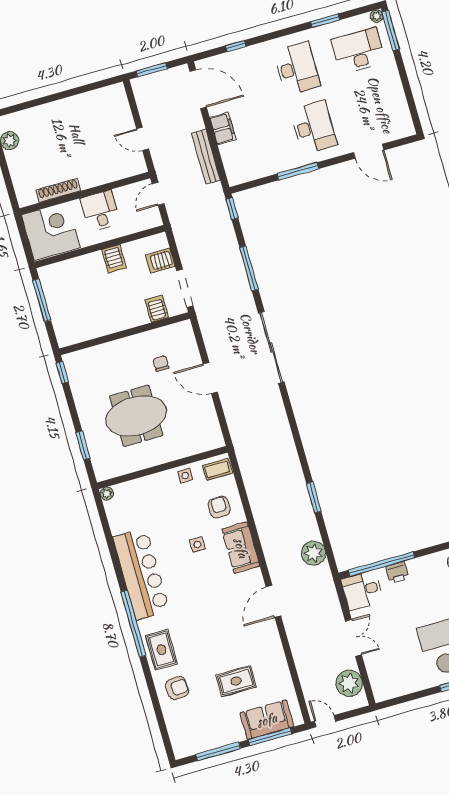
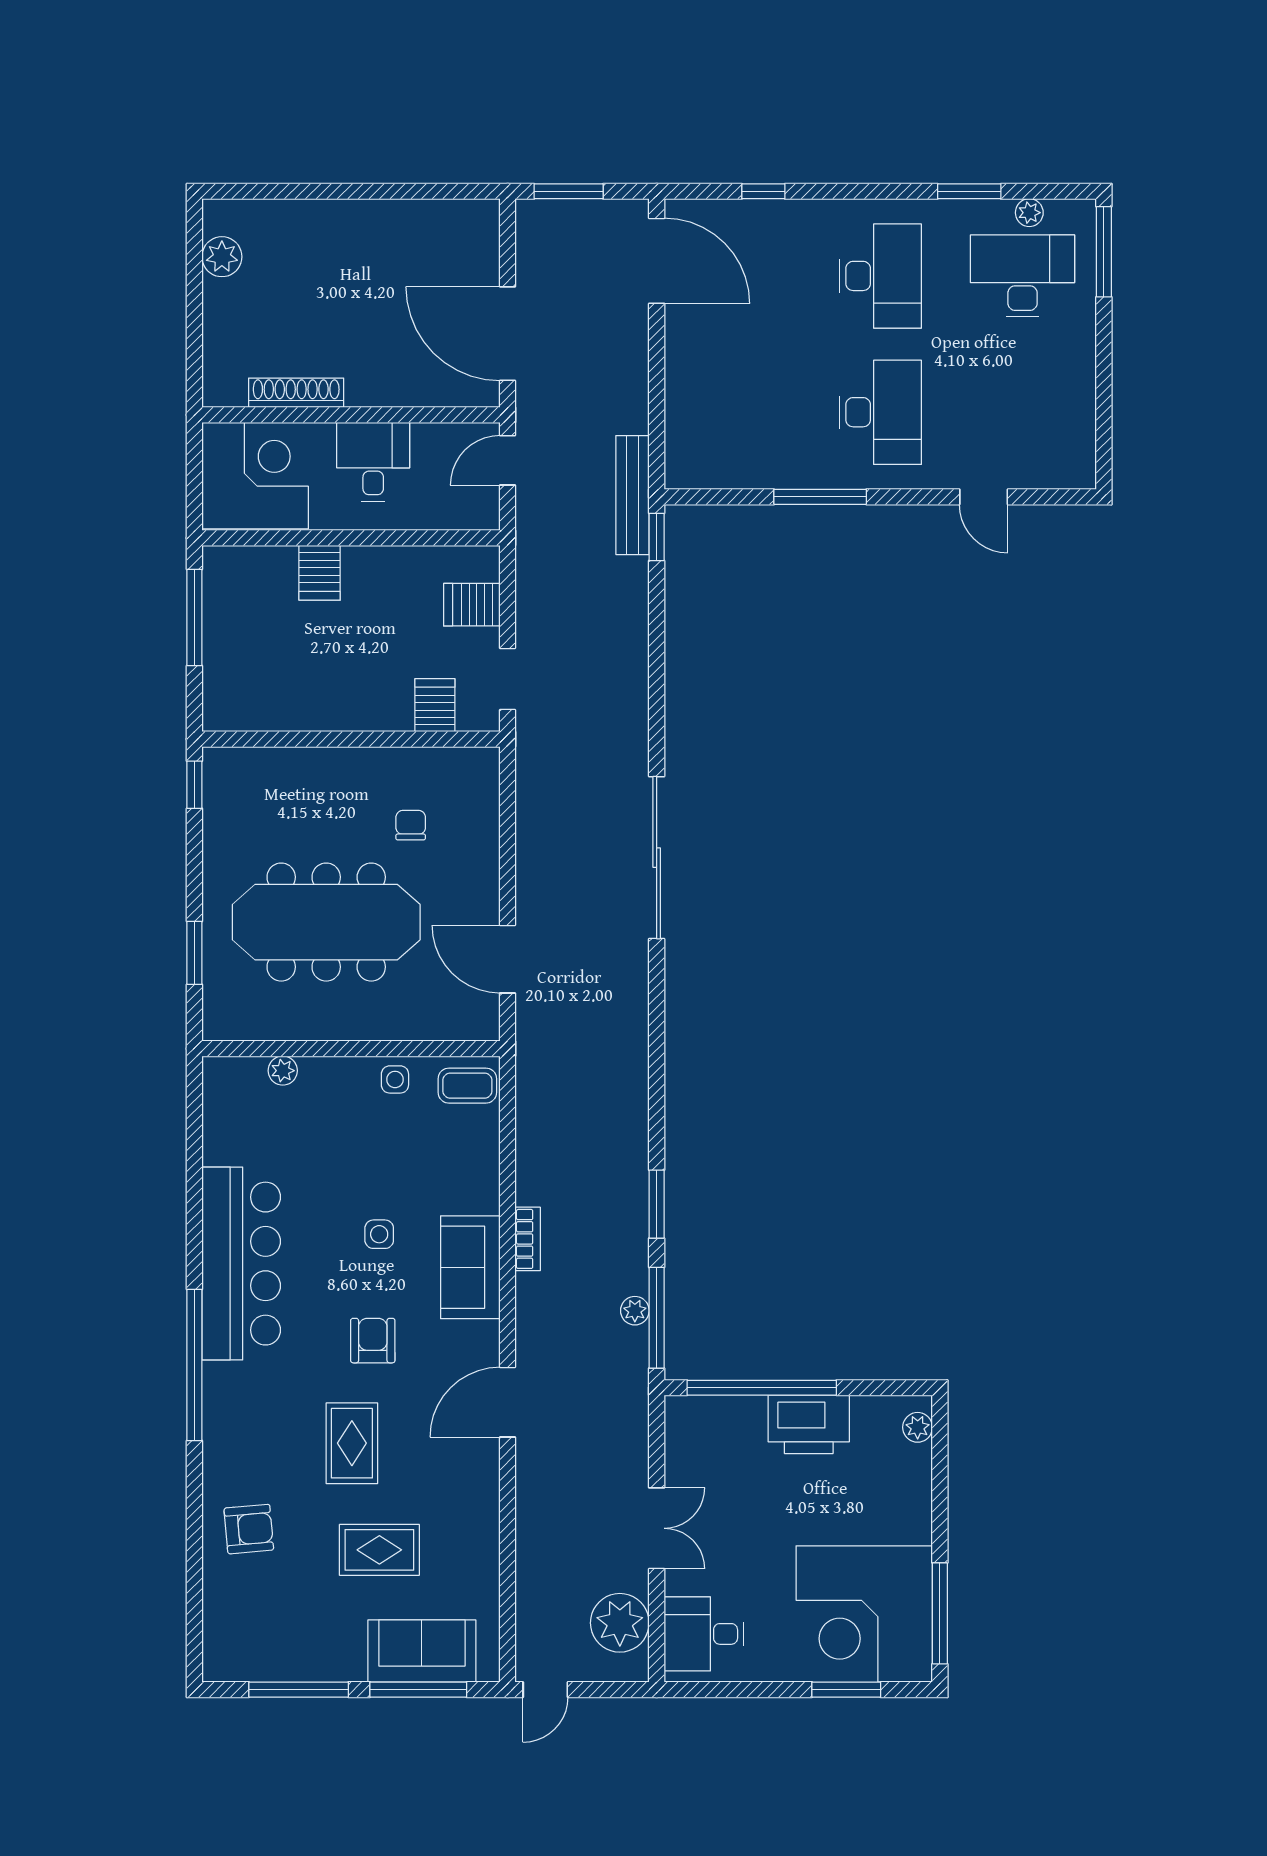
plant: (377, 16) -> (1029, 213), moved
filing cabinet: (223, 129) -> (685, 360), removed
door: (143, 139) -> (508, 334), width x1.87
door: (369, 151) -> (984, 497), width x0.73
bench: (206, 157) -> (632, 495), moved
server rack: (114, 259) -> (320, 573), moved
window: (249, 268) -> (657, 1318), moved
doorway: (185, 288) -> (508, 679), width x0.73
door: (210, 378) -> (508, 959), moved
meeting table: (136, 416) -> (326, 922), width x1.36
plant: (107, 494) -> (283, 1071), moved
armchair: (219, 507) -> (373, 1341), moved
bookcase: (262, 528) -> (528, 1239), added
plant: (313, 553) -> (635, 1311), width x0.53, depth x0.53
printer: (397, 572) -> (809, 1424), width x1.87, depth x1.48
desk: (362, 590) -> (704, 1634), moved
rug: (162, 650) -> (352, 1443), moved
door: (325, 721) -> (545, 1690), swing flipped

